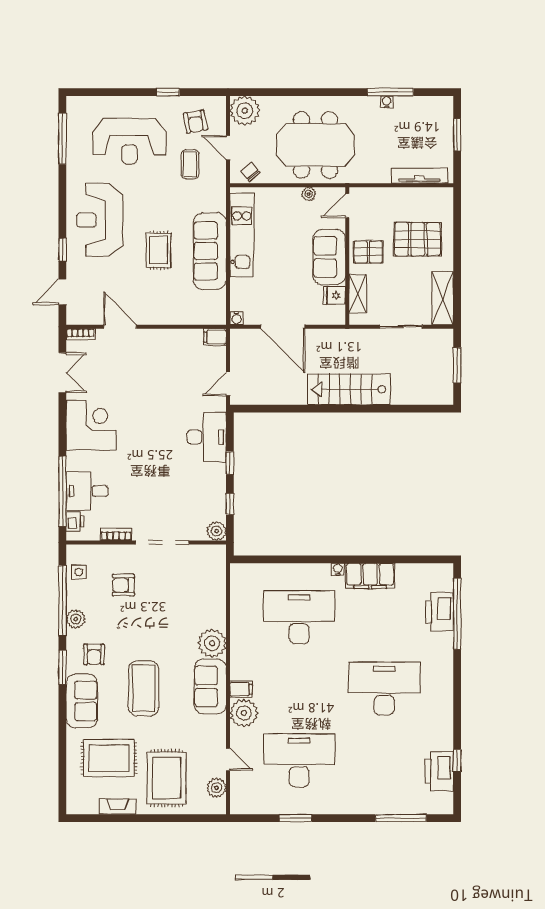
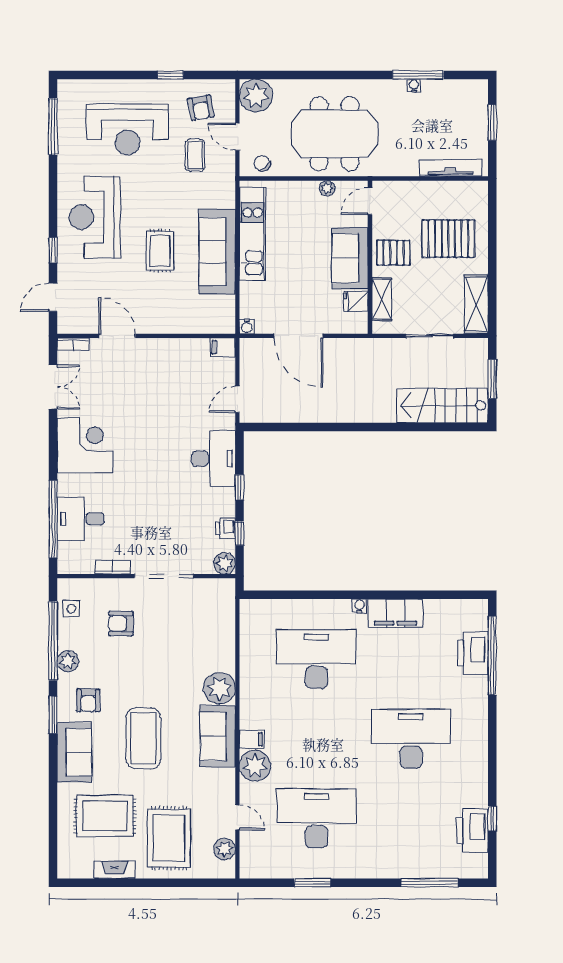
stairs: (349, 389) -> (442, 406), moved
printer: (75, 522) -> (226, 528), moved, turned 180

